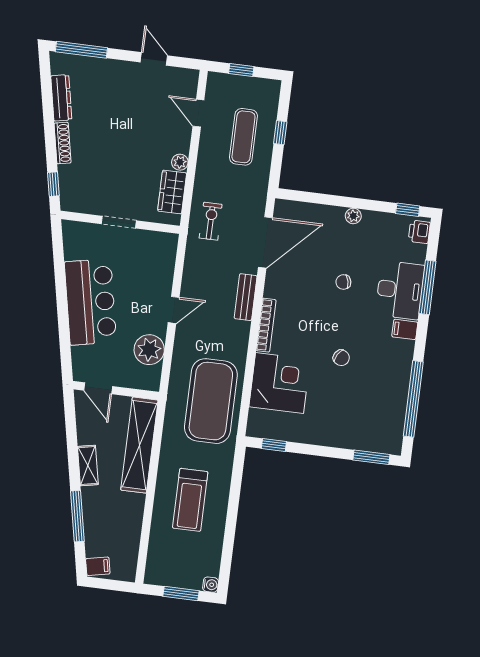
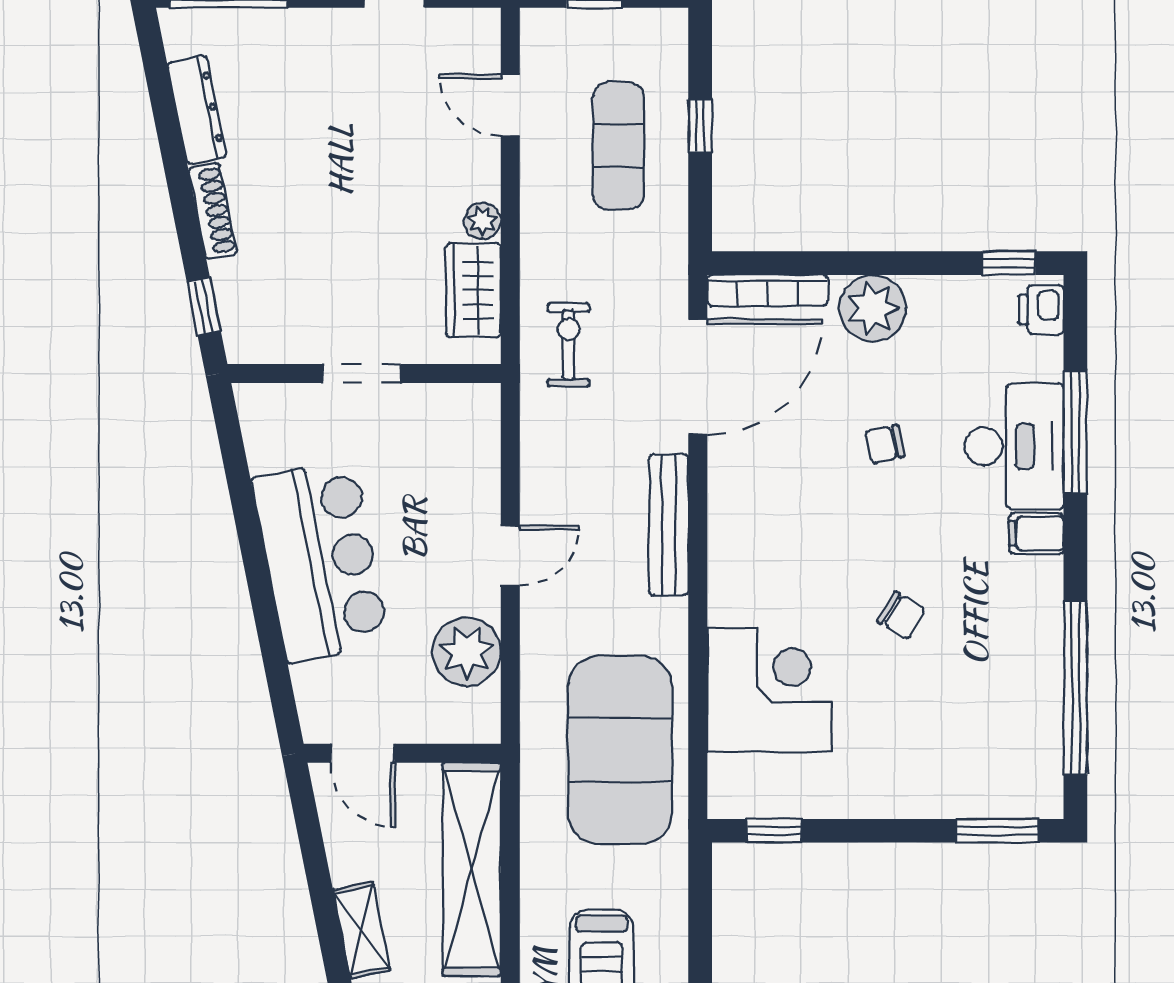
plant: (353, 216) -> (873, 308), width x1.88, depth x1.88
bench: (246, 297) -> (669, 525), width x1.36
bookcase: (266, 325) -> (767, 290), moved, turned 90

